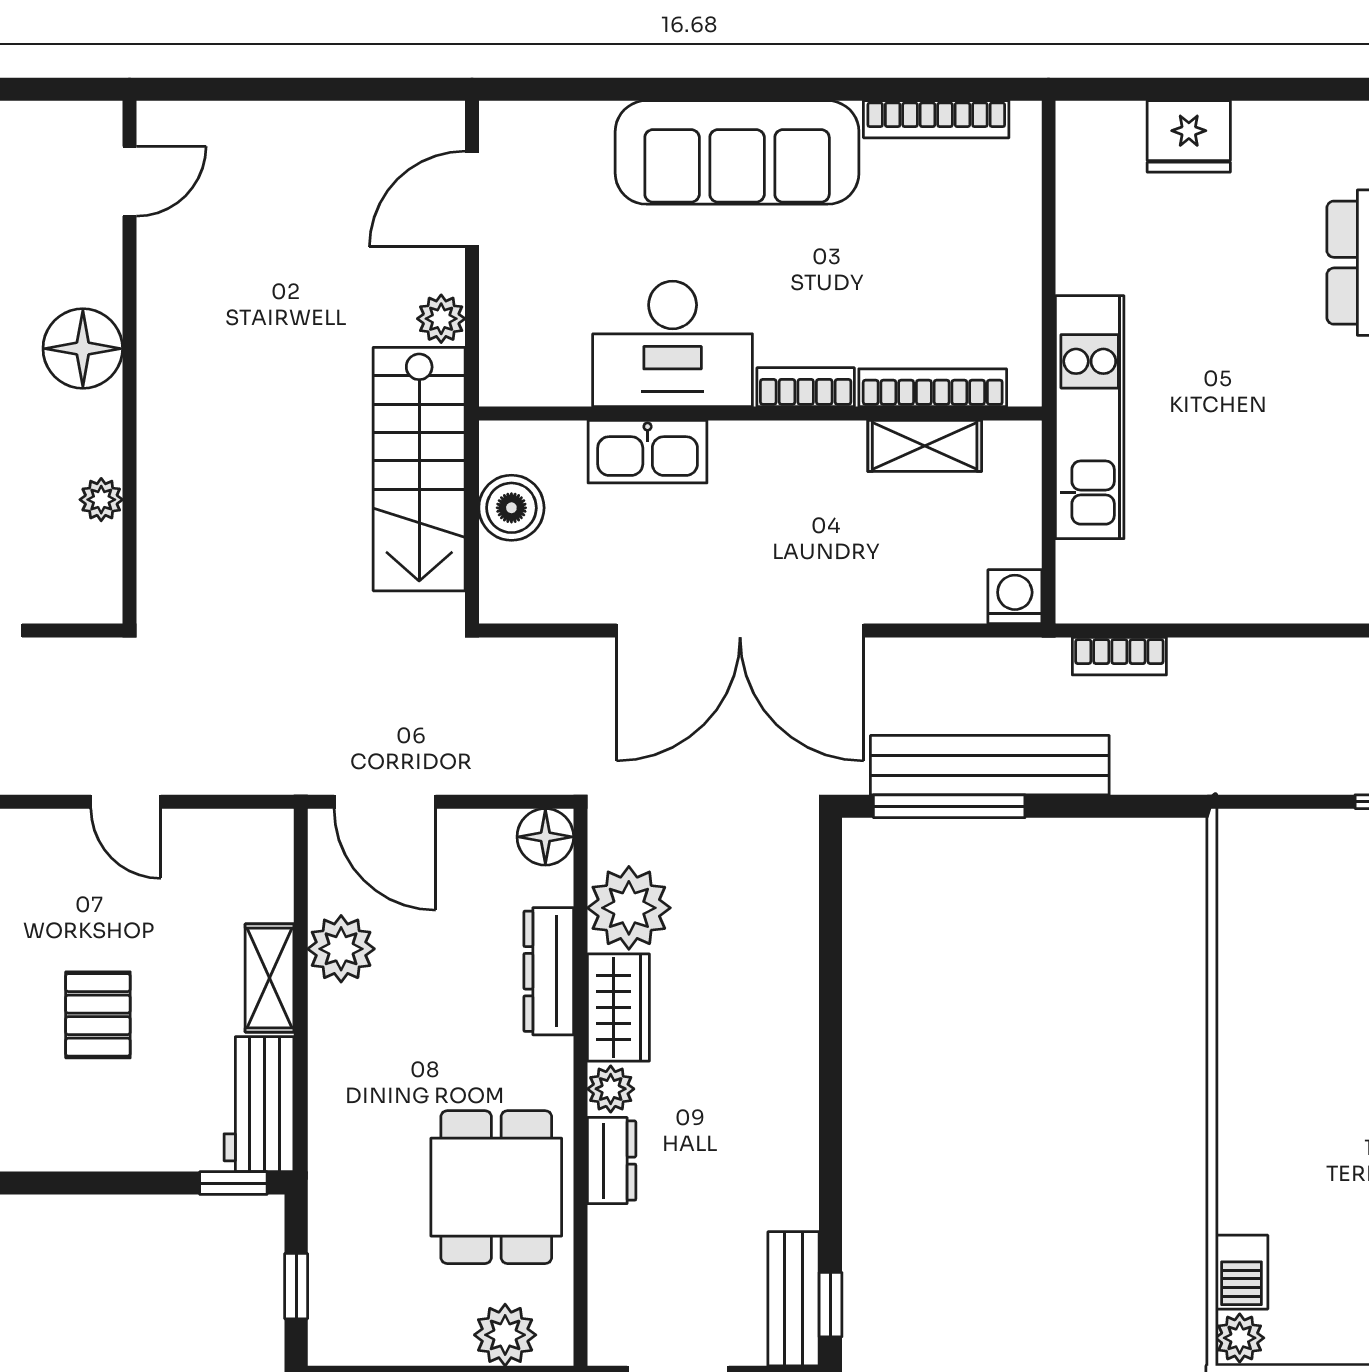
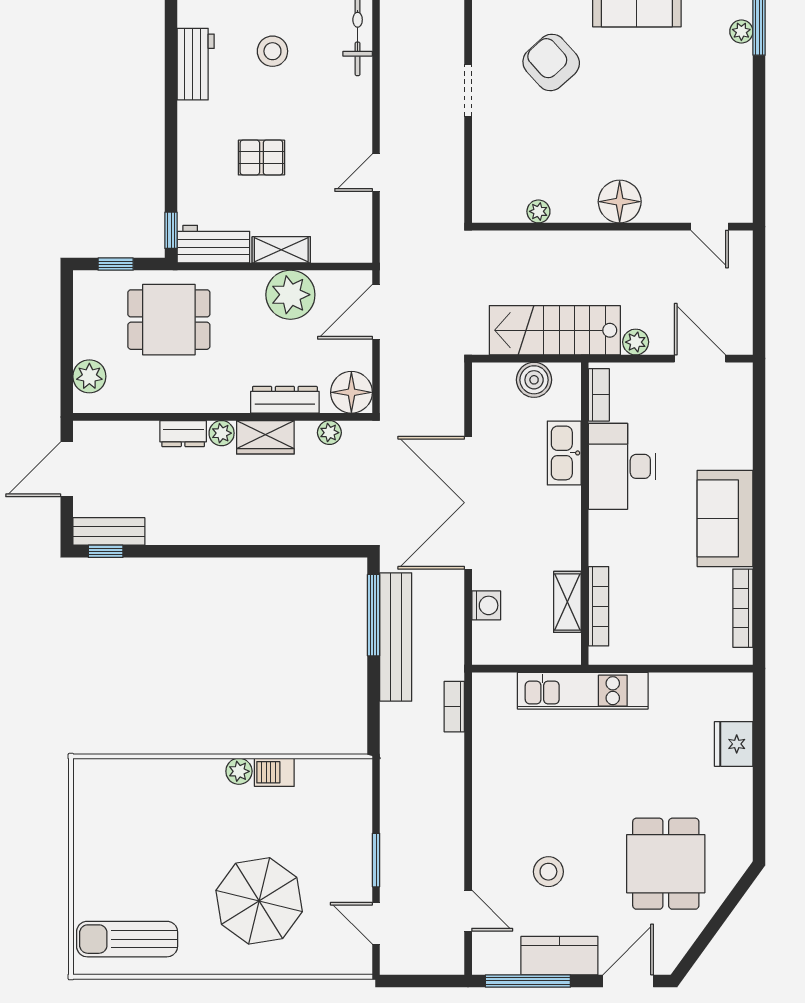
sofa: (737, 152) -> (725, 518), width x0.73
door: (129, 181) -> (710, 227), moved
floor lamp: (83, 349) -> (620, 202), moved
wall: (129, 362) -> (612, 227), moved
bookcase: (806, 387) -> (599, 395), moved
plant: (101, 500) -> (538, 211), moved
washing machine: (1015, 597) -> (486, 605), moved
floor lamp: (545, 837) -> (351, 392), width x1.38, depth x1.38
plant: (629, 908) -> (329, 433), width x0.53, depth x0.53
plant: (341, 949) -> (290, 295), width x1.36, depth x1.36
dining table: (496, 1187) -> (169, 320), moved
barbecue: (1242, 1272) -> (274, 772), moved
plant: (1240, 1338) -> (239, 771), moved

